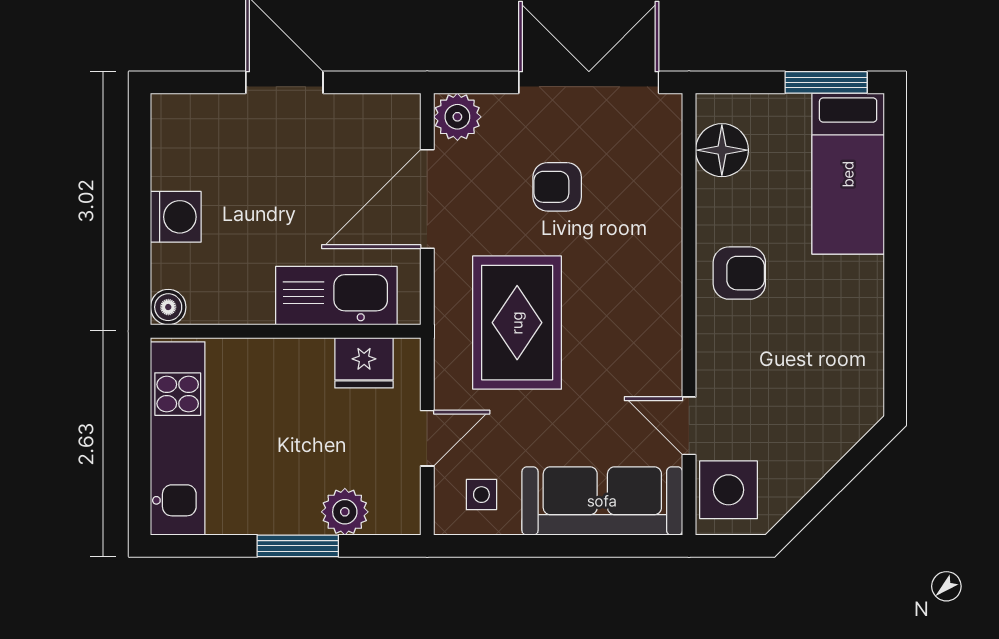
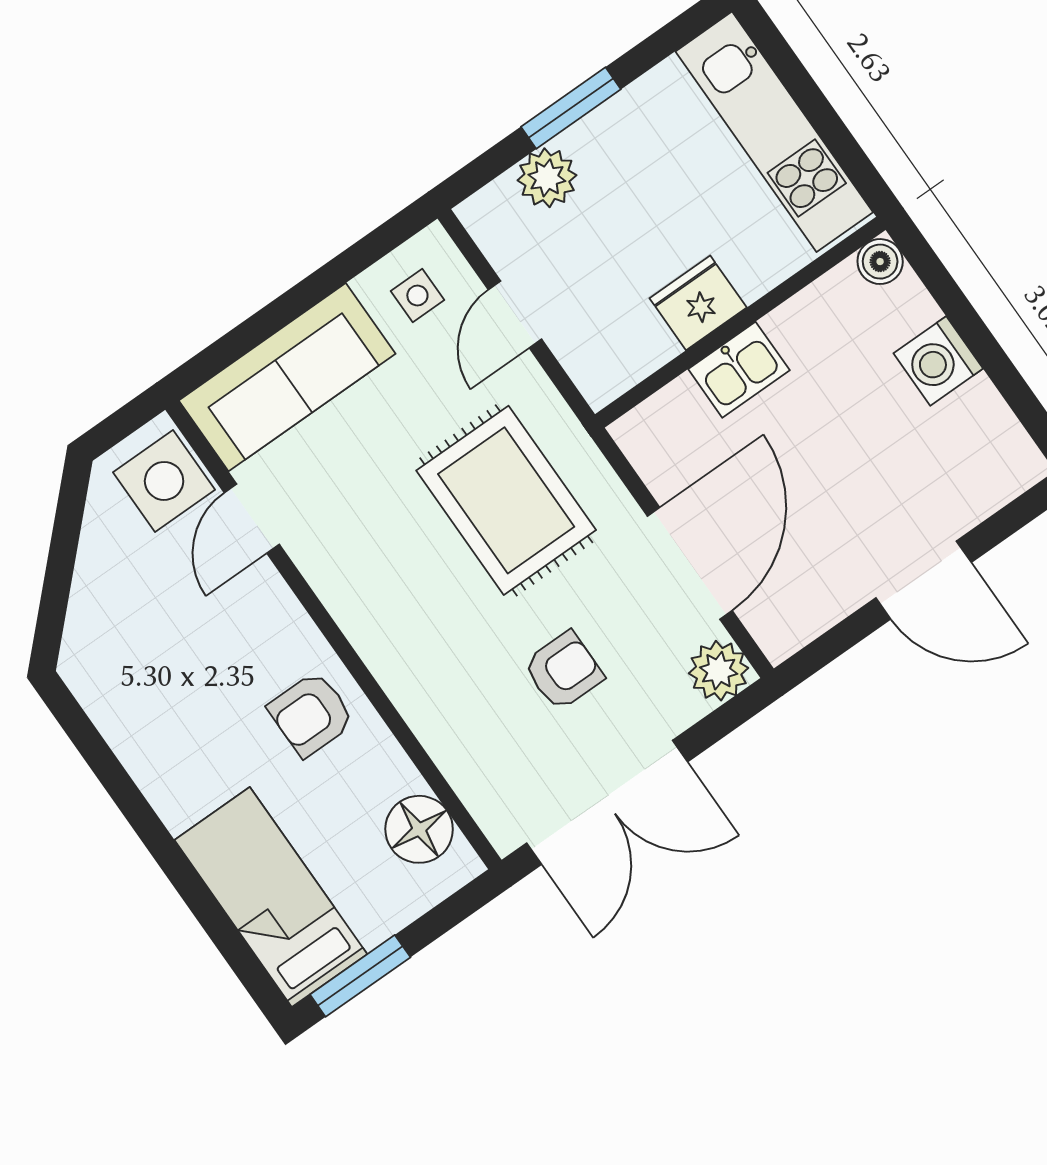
kitchen sink: (336, 296) -> (739, 370), width x0.53, depth x0.81
fridge: (364, 363) -> (698, 303), moved
door: (689, 426) -> (252, 519), swing flipped

